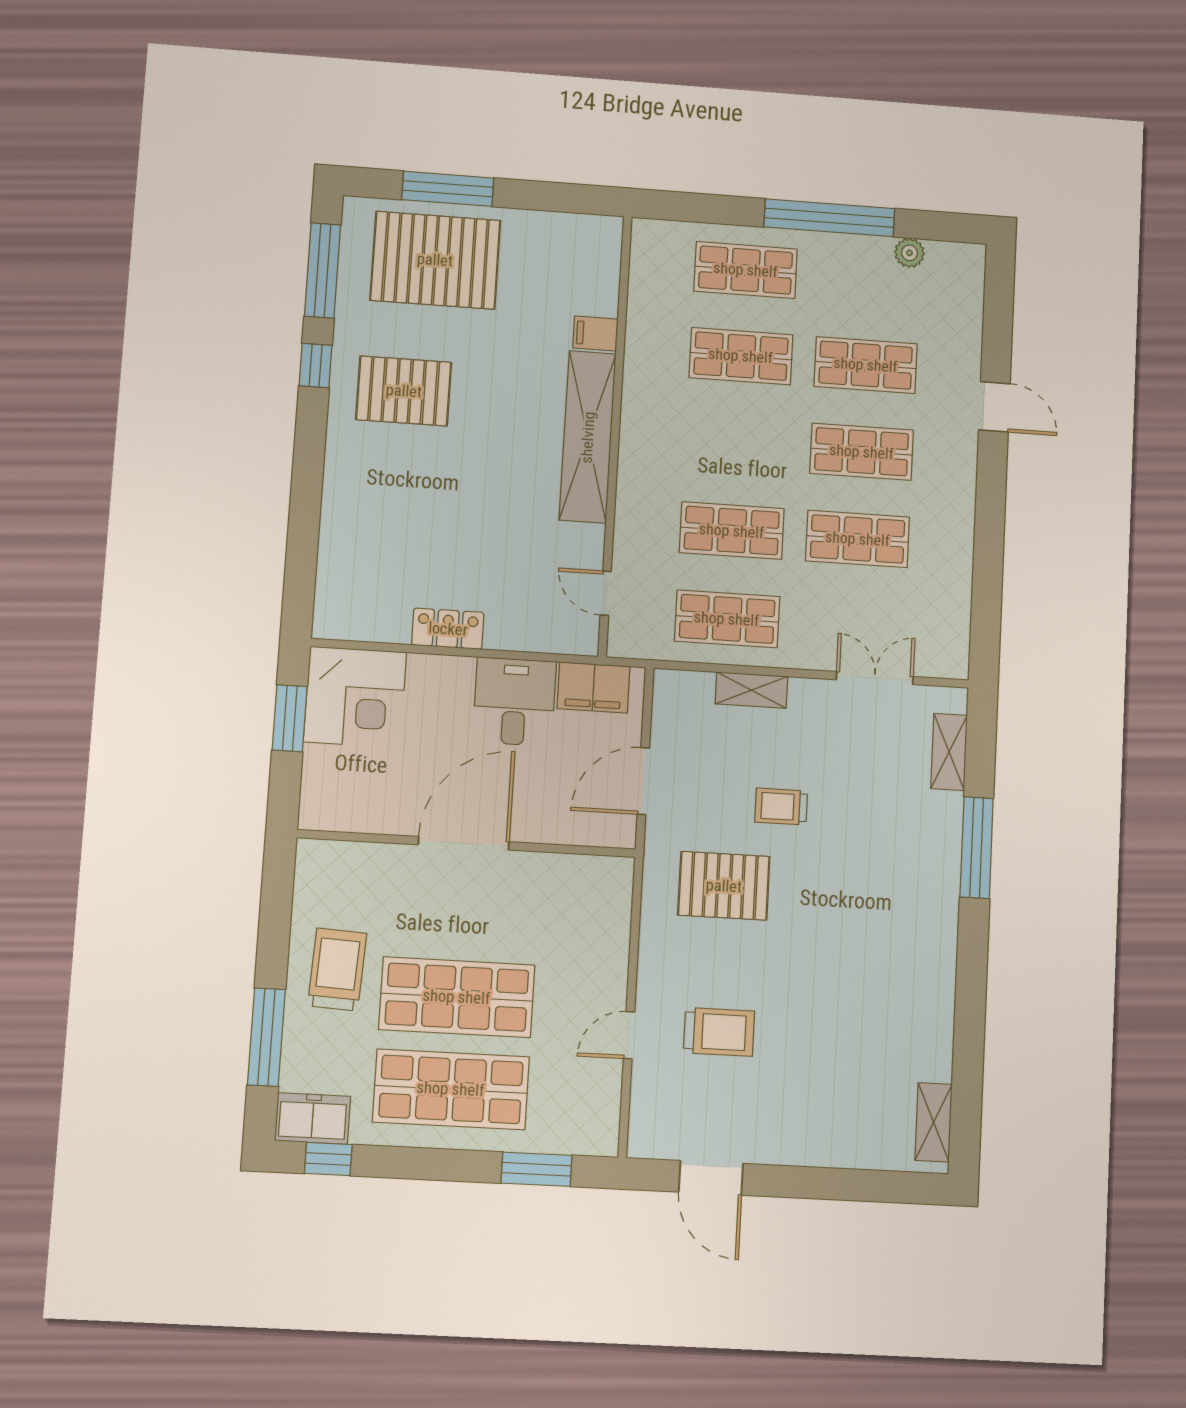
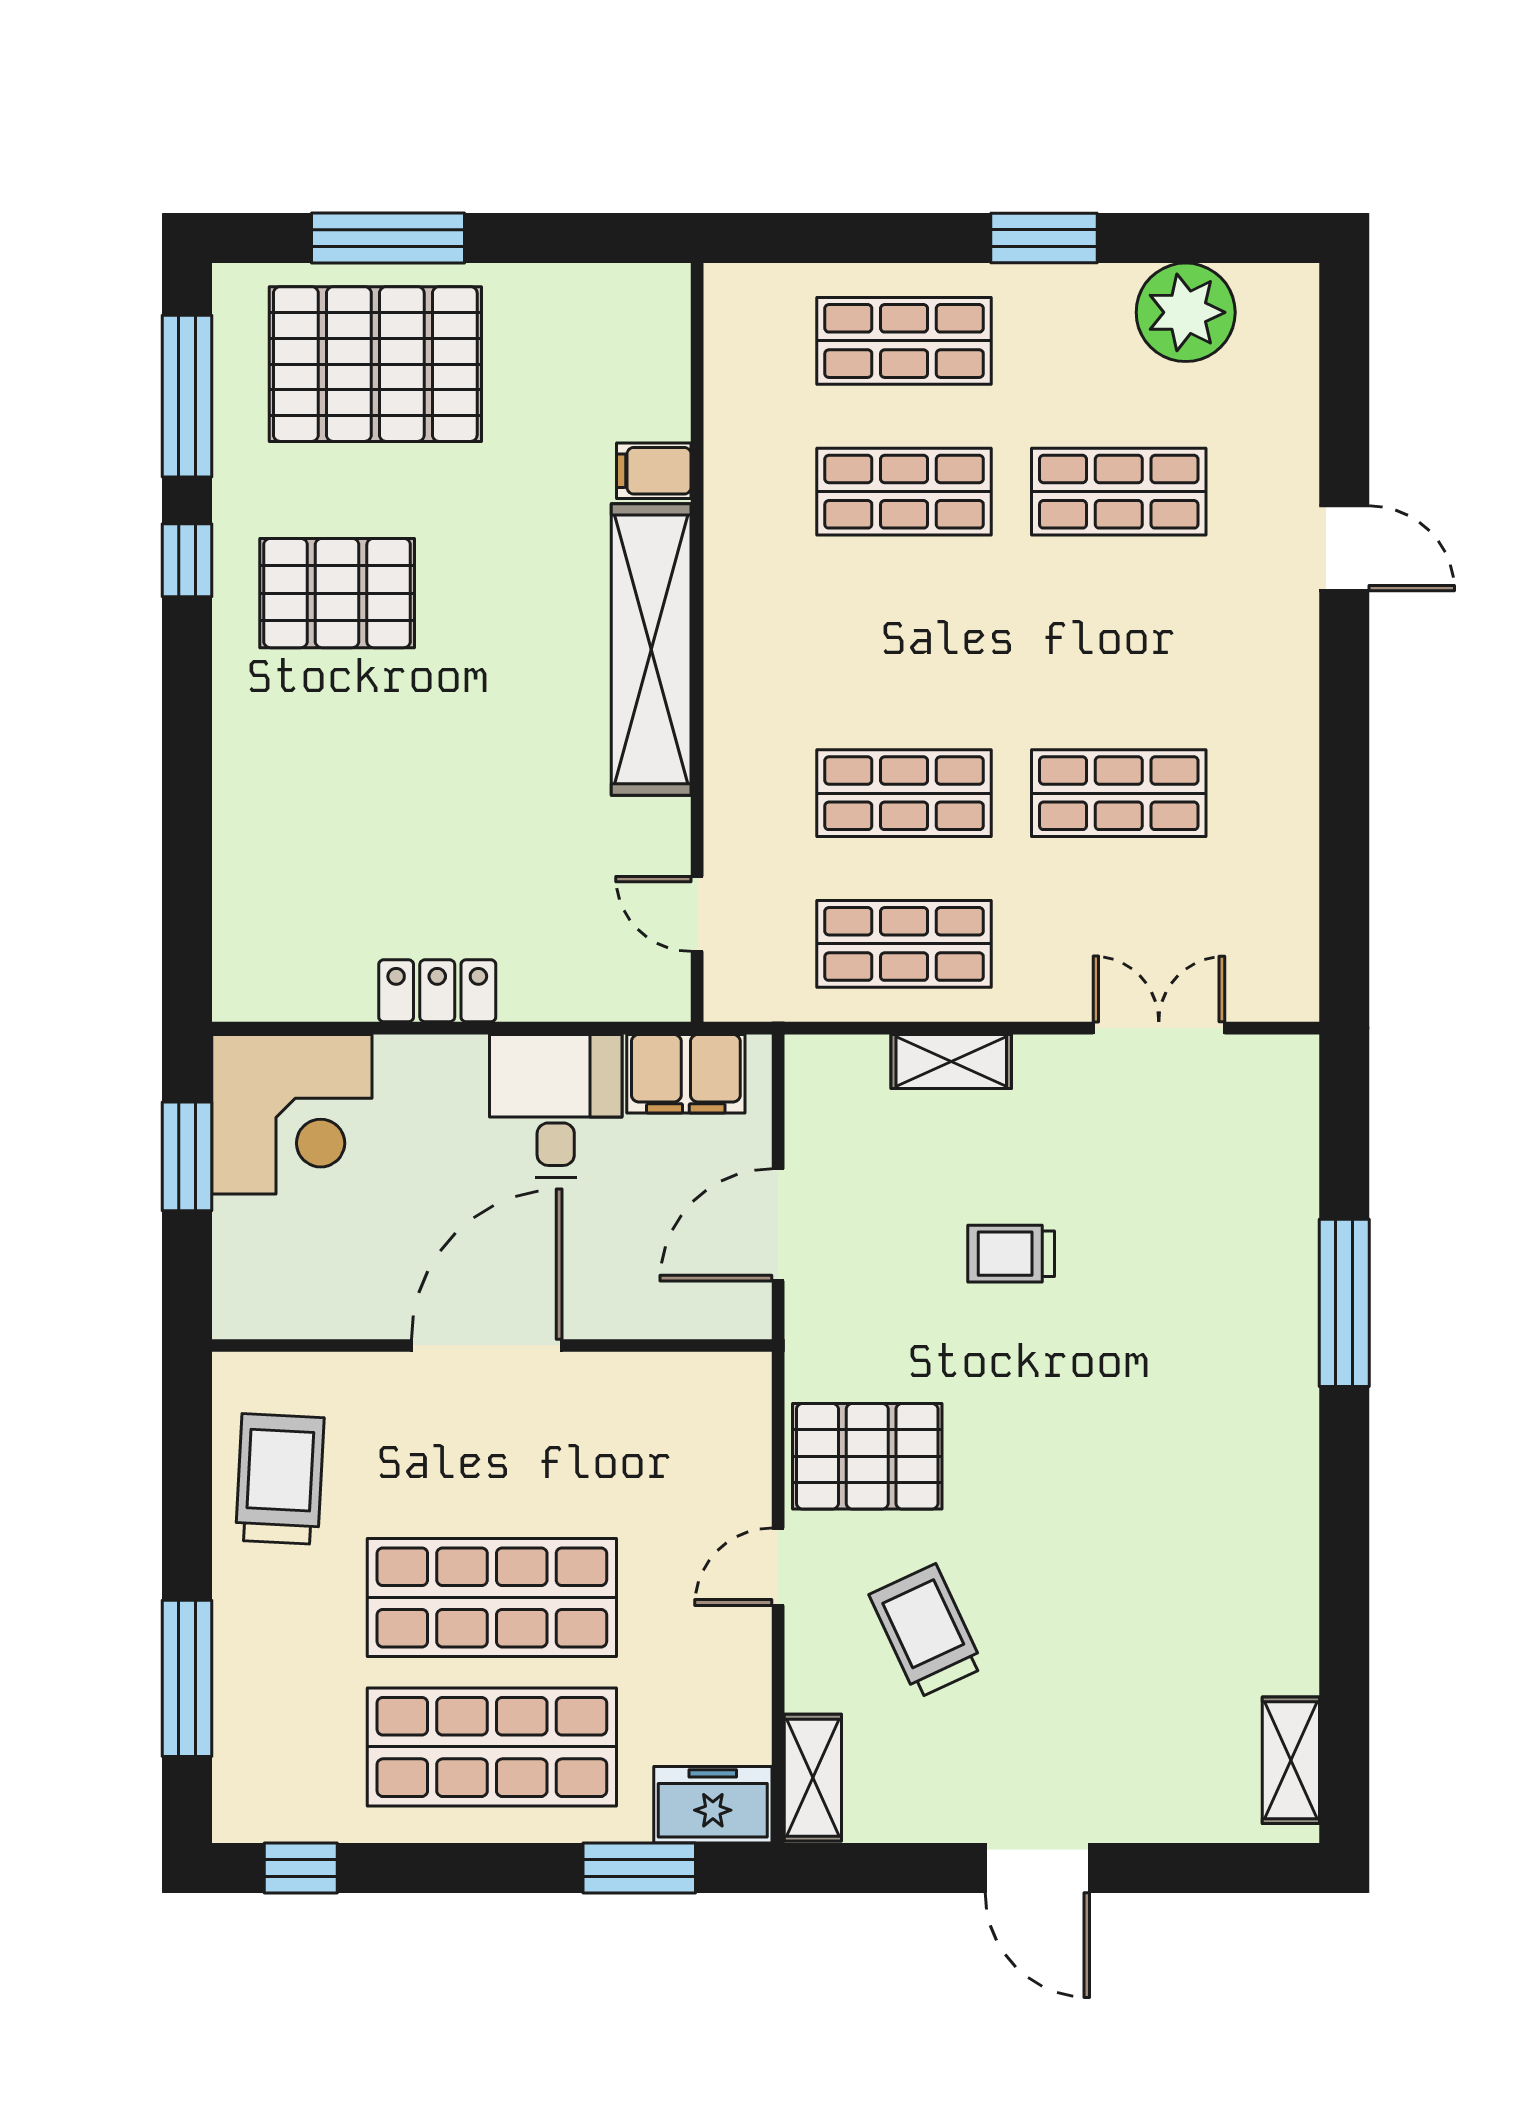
window: (829, 218) -> (1044, 238), width x0.47
plant: (909, 253) -> (1186, 312), width x1.87, depth x1.87
shop shelf: (862, 452) -> (1119, 642), removed
shelving: (949, 752) -> (813, 1778), moved
pallet: (724, 886) -> (867, 1456), moved
trolley: (337, 969) -> (280, 1479), moved
trolley: (719, 1032) -> (927, 1631), turned -115
door: (629, 1035) -> (778, 1567), moved
freezer: (313, 1118) -> (713, 1805), moved
door: (711, 1178) -> (1037, 1868), moved

